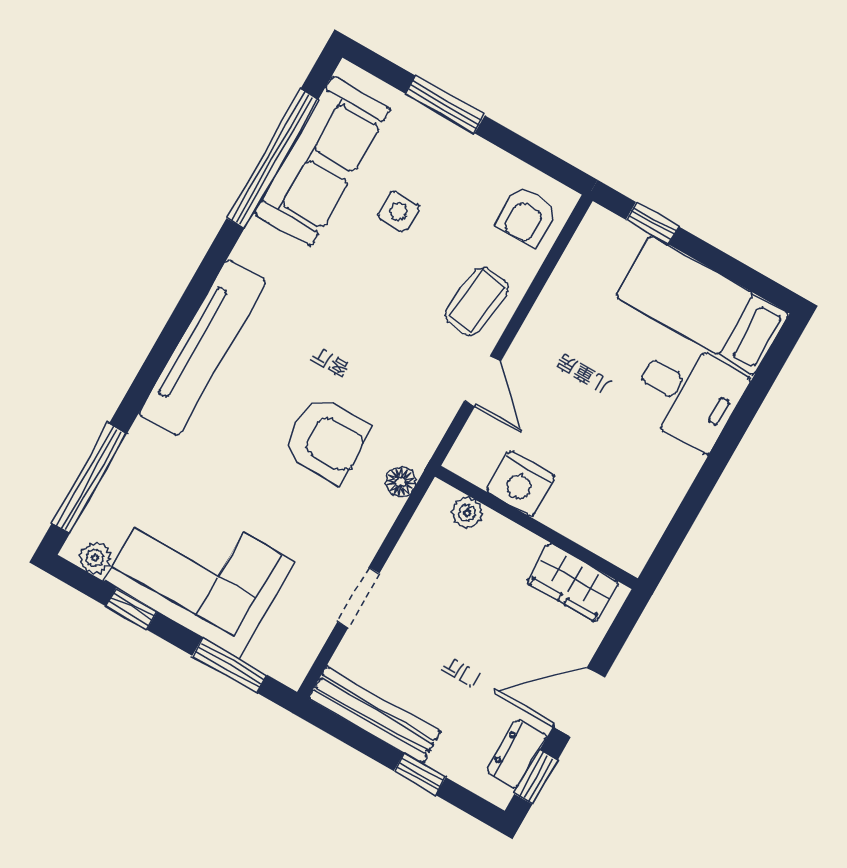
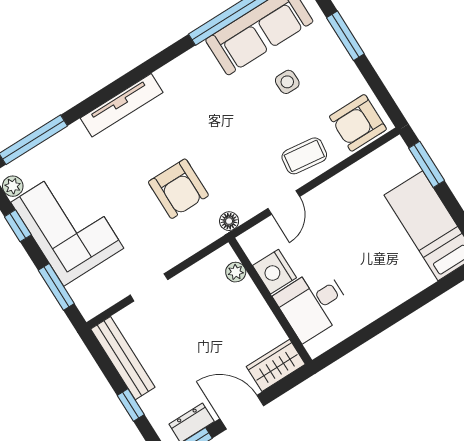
armchair: (527, 216) -> (358, 123), width x1.38, depth x1.38
window: (652, 223) -> (427, 164), width x1.50
tv unit: (203, 348) -> (122, 105), width x0.73, depth x0.78
desk: (688, 394) -> (313, 304), moved, turned 90
floor lamp: (401, 482) -> (229, 221), moved
wardrobe: (573, 582) -> (276, 365), moved, turned 90

